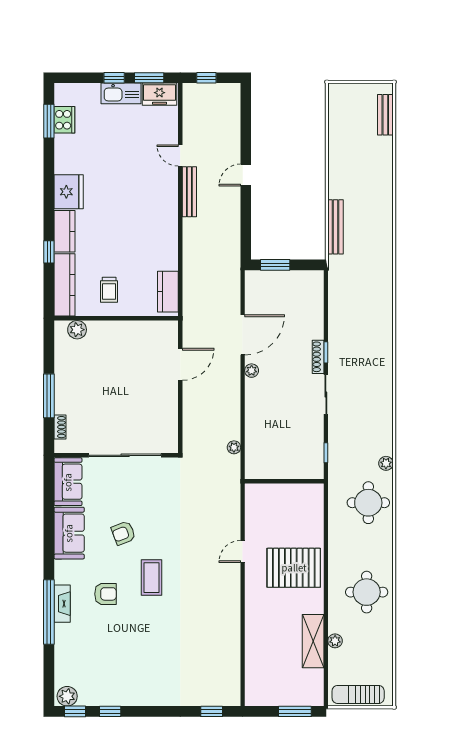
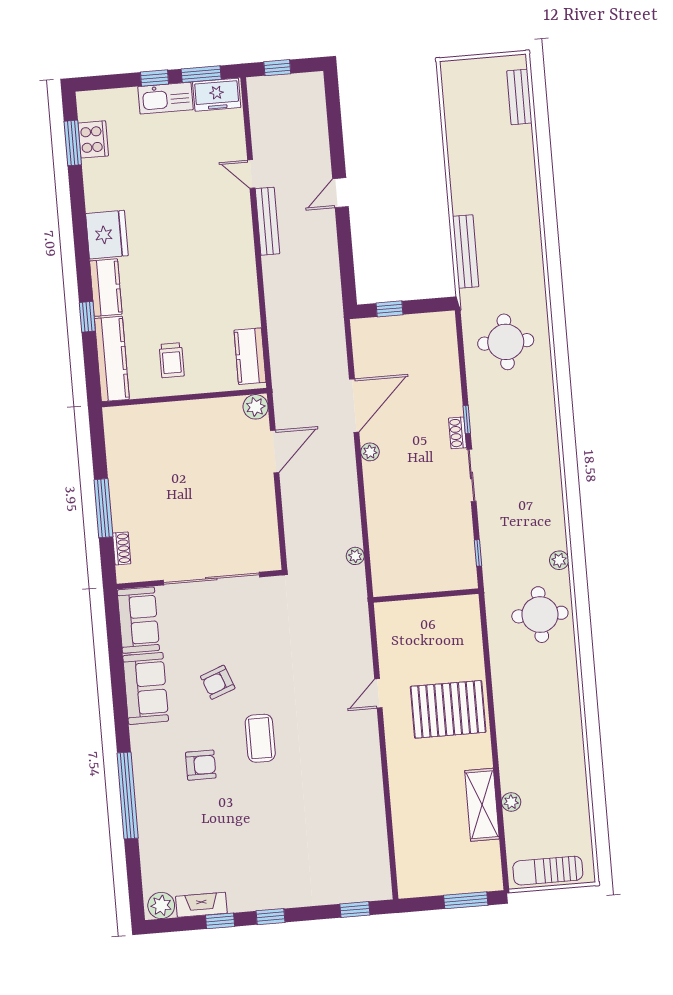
window: (275, 265) -> (390, 309), width x0.67
plant: (77, 330) -> (256, 407), moved
shoe rack: (318, 357) -> (457, 433), width x0.70
round table: (367, 592) -> (506, 342), moved
fireplace: (62, 604) -> (201, 905), moved, turned -90
window: (75, 711) -> (270, 917), moved

